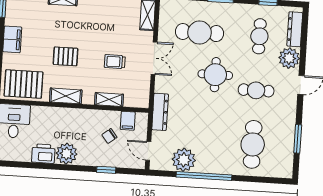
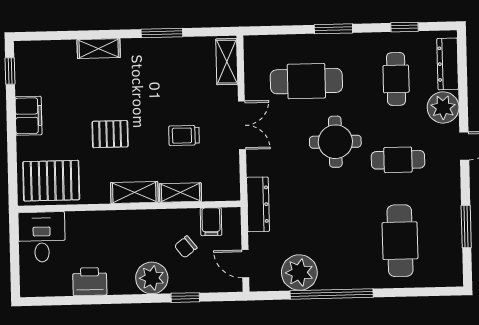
shelving: (66, 96) -> (134, 192), moved
plant: (67, 154) -> (152, 278), moved

